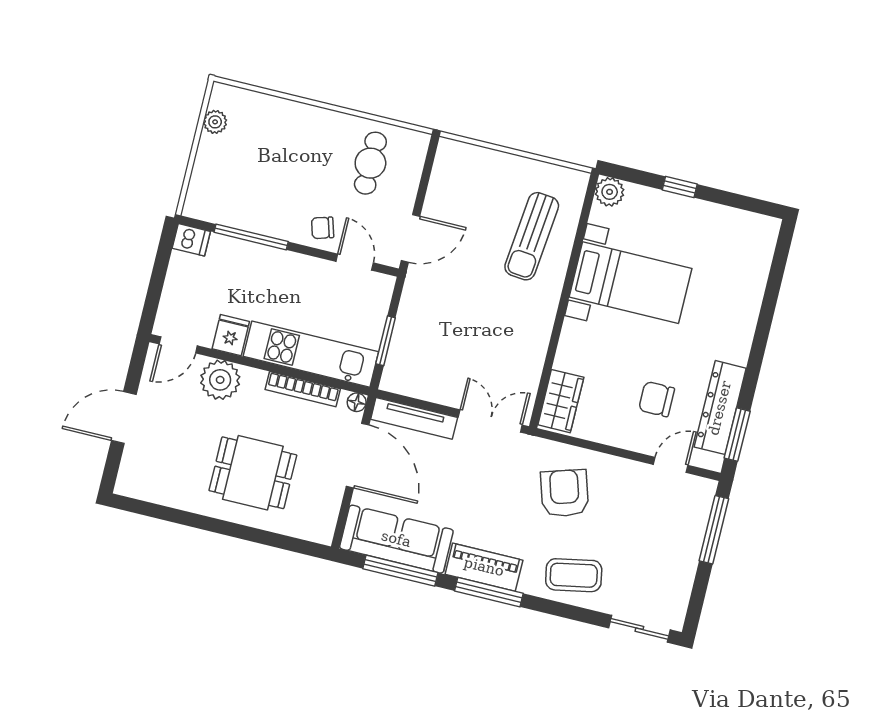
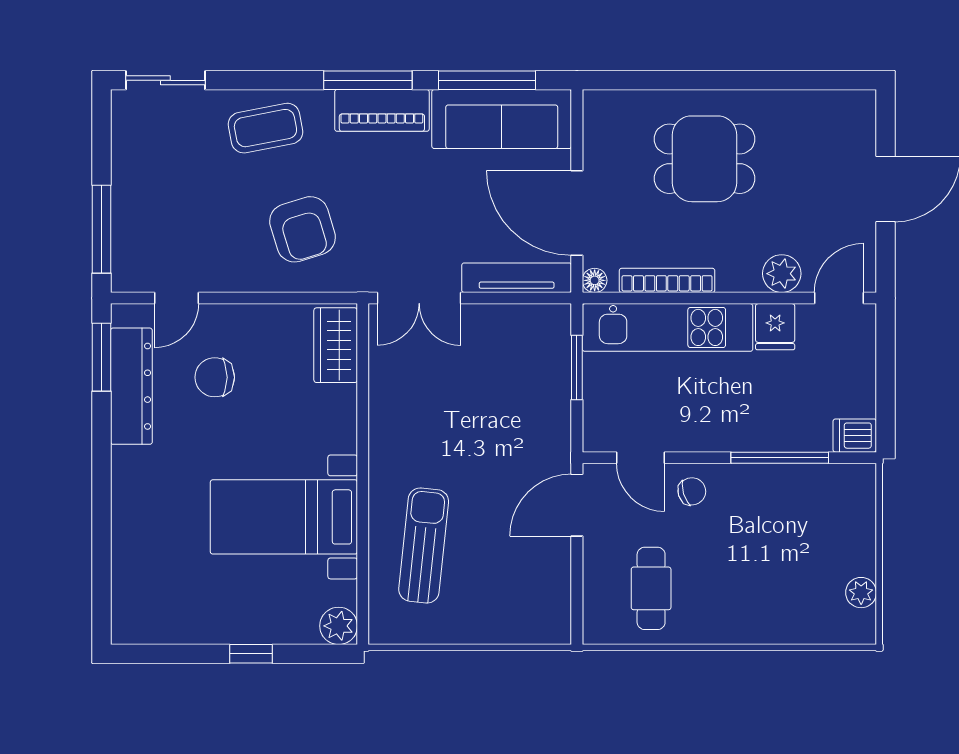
plant: (220, 380) -> (782, 274), width x0.73, depth x0.73
chair: (657, 399) -> (215, 377), turned 180

